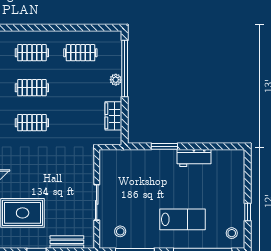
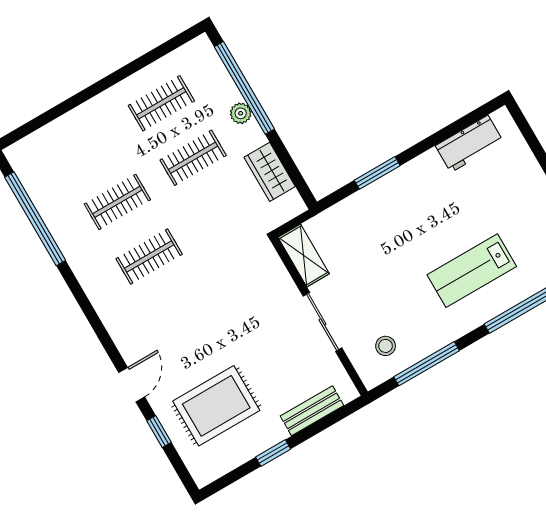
clothes rail: (32, 53) -> (193, 158), moved
workbench: (194, 158) -> (469, 144), moved
shelving: (106, 165) -> (304, 255), added
lab bench: (183, 219) -> (472, 271), turned 180

